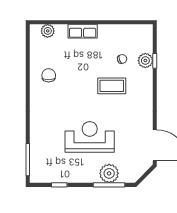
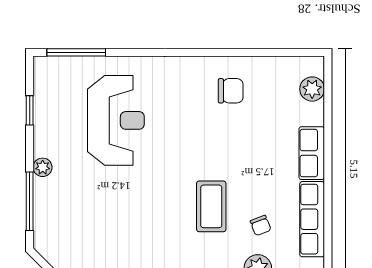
row of seats: (119, 31) -> (312, 219), added
reception desk: (90, 137) -> (116, 120), moved
plant: (109, 173) -> (43, 167), moved, width x0.53, depth x0.53

